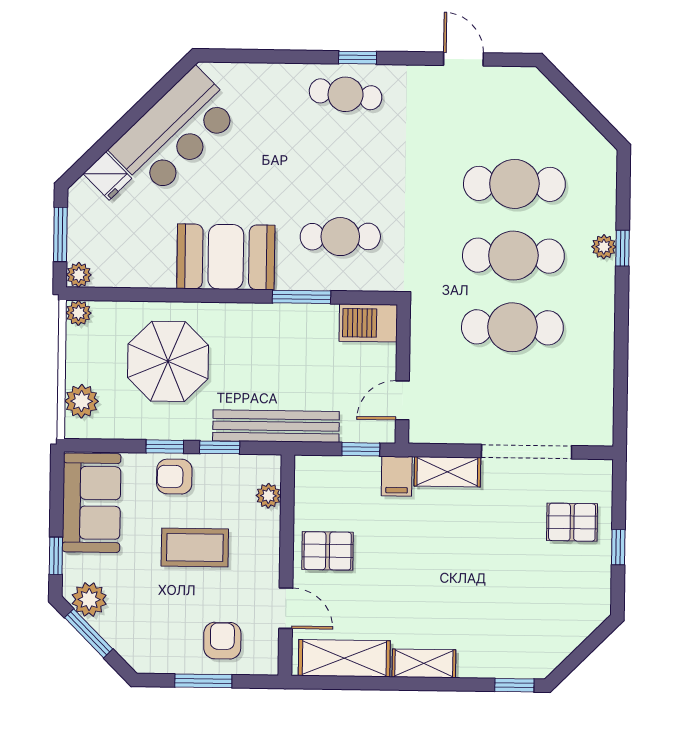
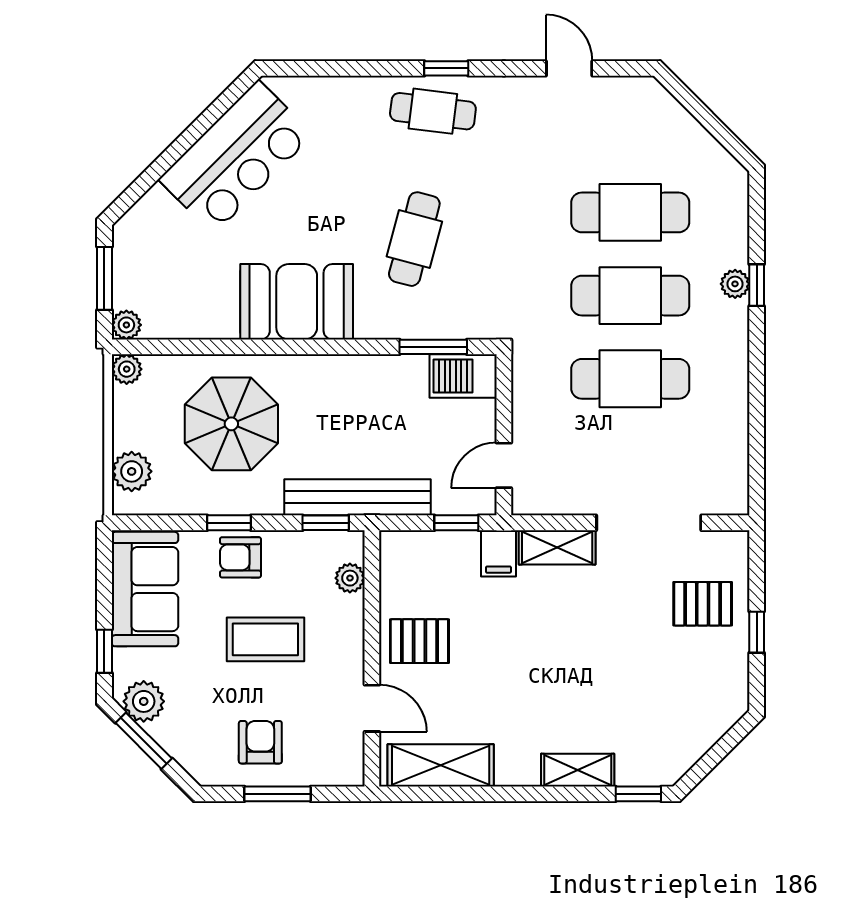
fridge: (107, 176) -> (158, 210), removed
cafe table: (340, 237) -> (414, 239), moved, turned -74
window: (302, 297) -> (433, 347), moved
window: (220, 447) -> (326, 523), moved
armchair: (222, 641) -> (260, 742), moved
shelving: (424, 663) -> (578, 770), moved

